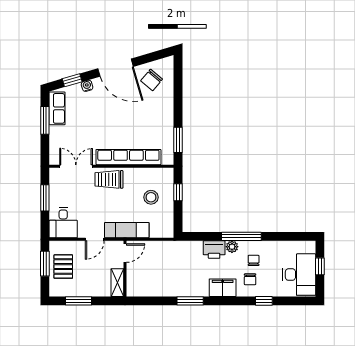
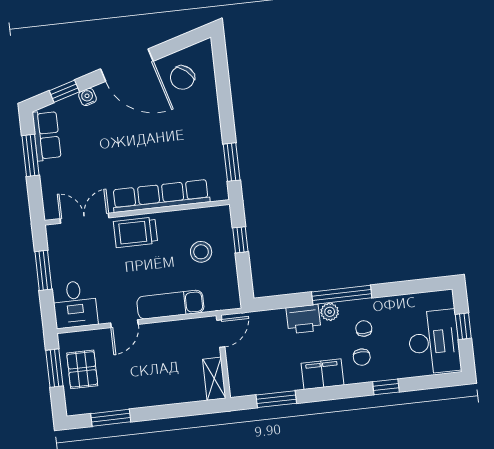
door: (125, 253) -> (221, 333), moved
wall: (125, 269) -> (223, 357), moved
shelving: (117, 283) -> (214, 379), moved

